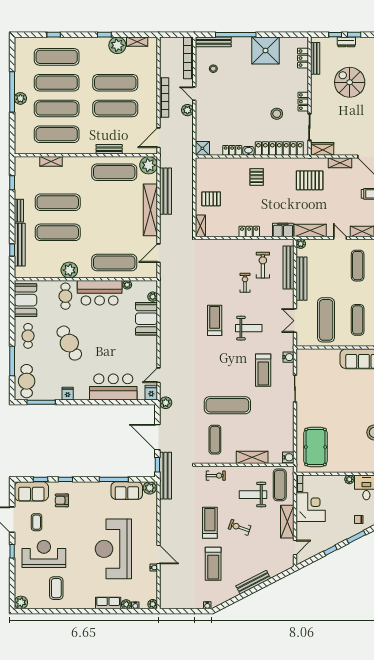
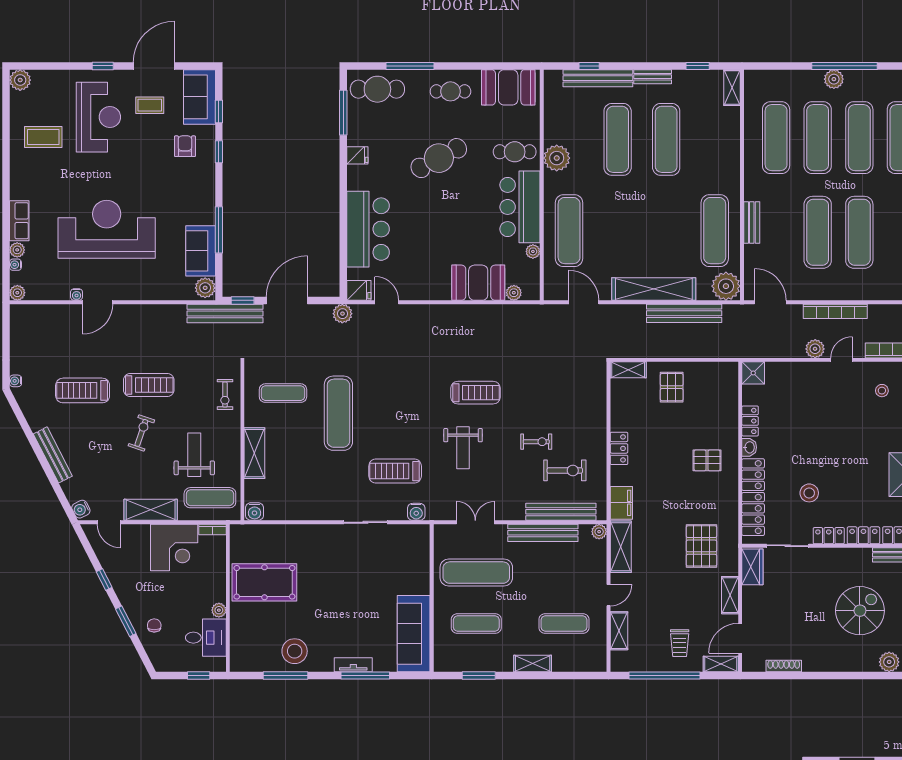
locker: (303, 80) -> (863, 535), added
shelving: (51, 161) -> (732, 88), moved
pool table: (316, 447) -> (264, 582), moved
water cooler: (287, 565) -> (81, 509), added

